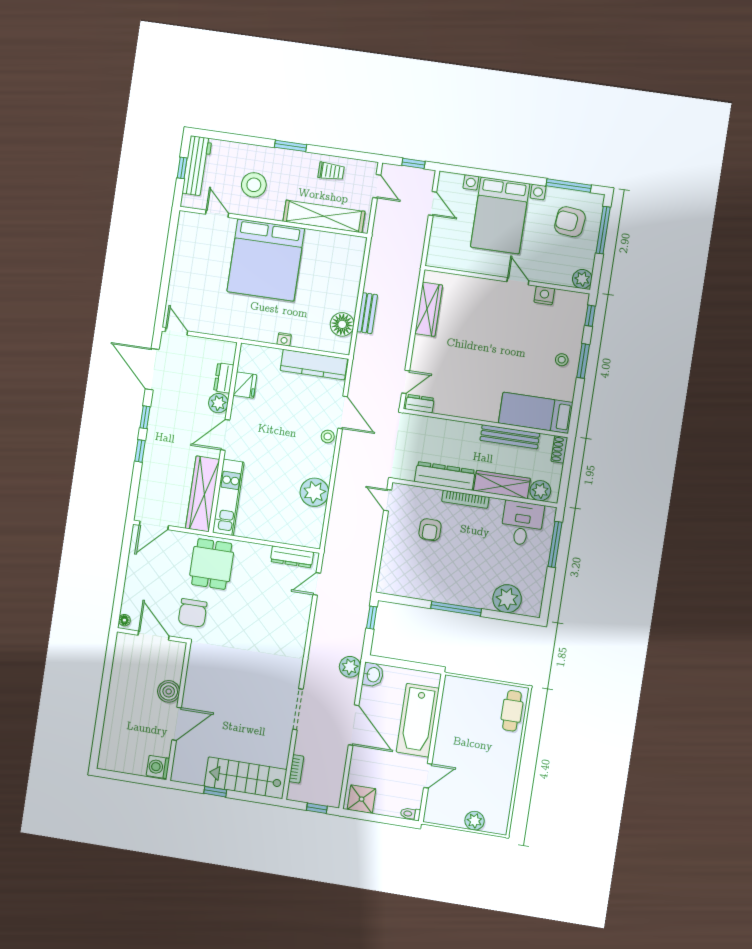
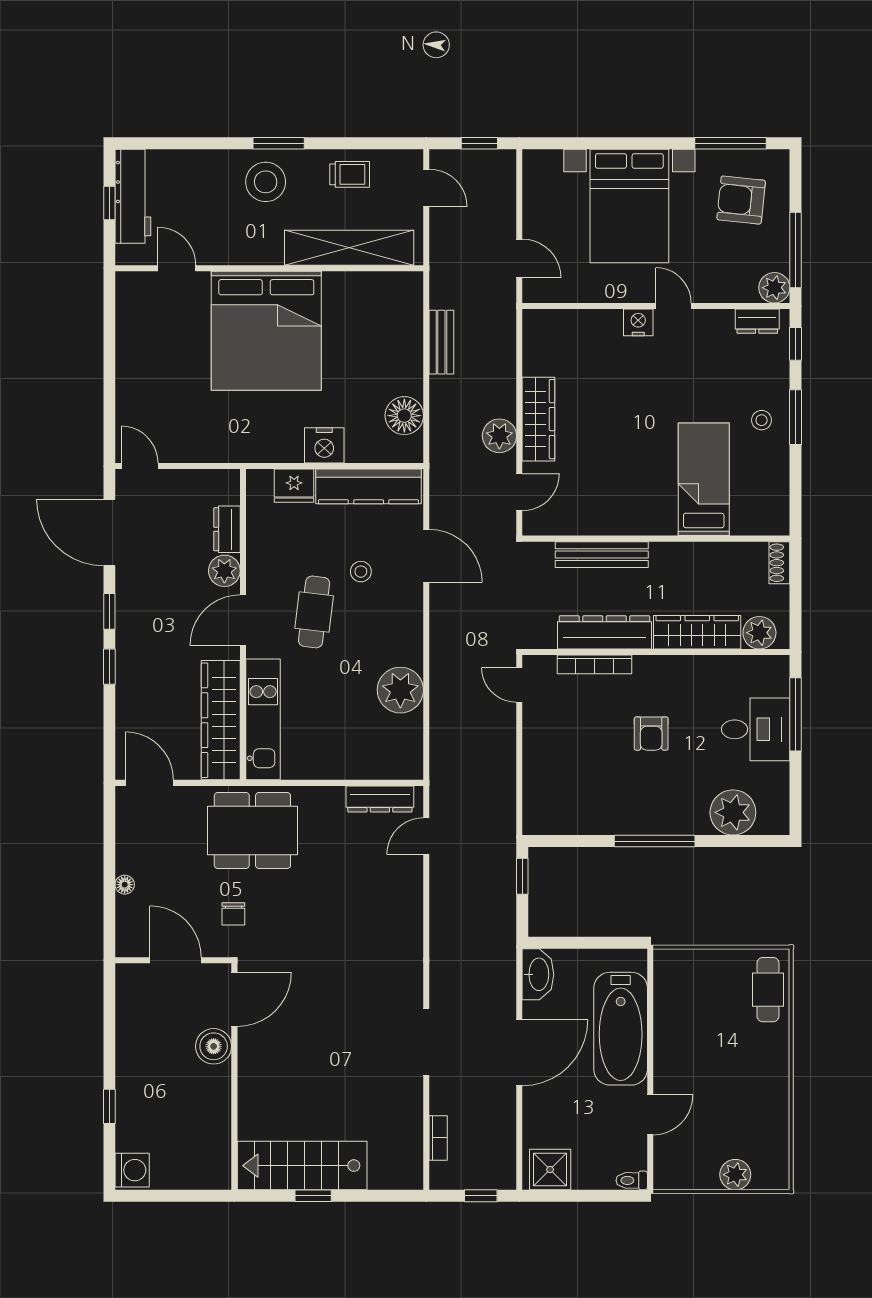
stool: (254, 185) -> (266, 182), moved
door: (433, 204) -> (519, 258), moved
window: (603, 230) -> (796, 250), moved
nightstand: (544, 295) -> (638, 322), moved
wardrobe: (429, 309) -> (538, 419), moved
bench: (367, 313) -> (441, 342), moved
nightstand: (284, 339) -> (324, 445), width x1.89, depth x1.79
fridge: (245, 385) -> (294, 486), moved, turned 90
dresser: (420, 404) -> (757, 321), moved, turned 180
bed: (536, 413) -> (704, 479), moved, turned 90
cafe table: (269, 436) -> (314, 612), added
stool: (328, 436) -> (361, 572), moved
bench: (510, 437) -> (602, 555), moved
bookcase: (465, 499) -> (594, 664), moved
desk: (522, 523) -> (756, 729), moved, turned 90
door: (154, 525) -> (149, 783), swing flipped
armchair: (430, 530) -> (651, 734), moved
dining table: (212, 564) -> (252, 831), width x1.38
chair: (193, 613) -> (233, 914), width x0.54, depth x0.54
floor lamp: (124, 620) -> (125, 885), moved
plant: (350, 667) -> (499, 436), moved
washbasin: (373, 675) -> (538, 974), width x1.38
window: (100, 718) -> (109, 1106), added
door: (177, 724) -> (234, 999), moved
door: (354, 725) -> (519, 1053), hinge flipped
washing machine: (158, 767) -> (132, 1170), moved, turned 180
stairs: (245, 778) -> (302, 1166), moved

